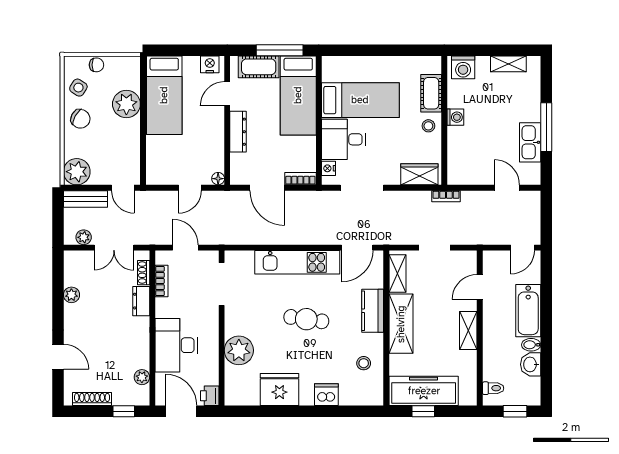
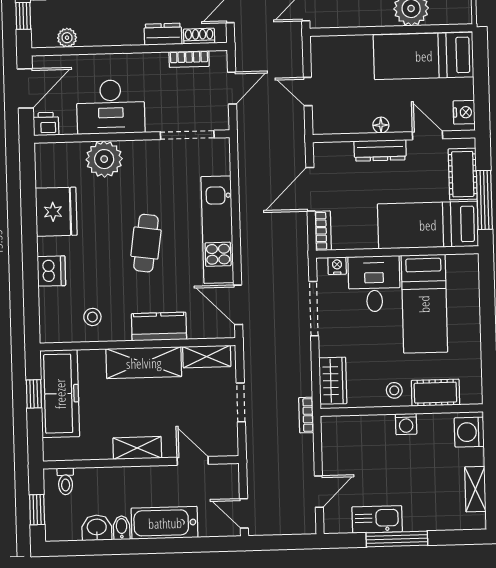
floor lamp: (218, 179) -> (381, 125), moved
desk: (176, 345) -> (111, 107), moved, turned 180

